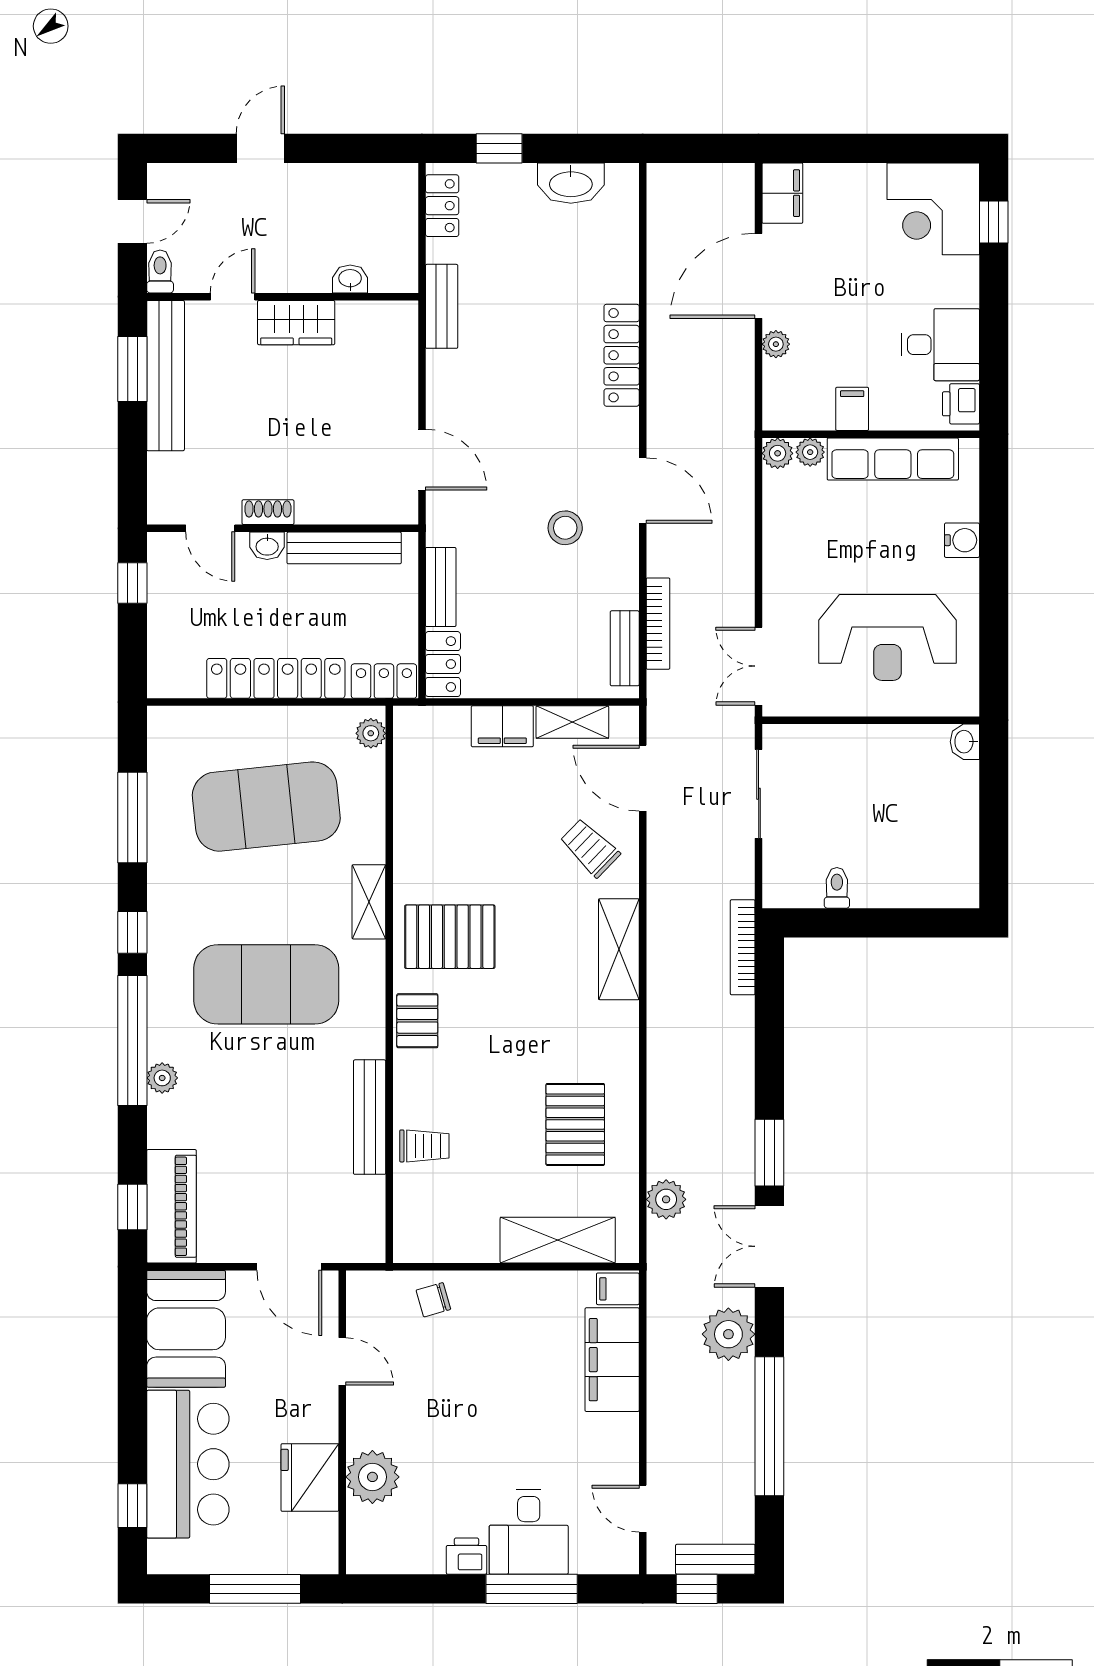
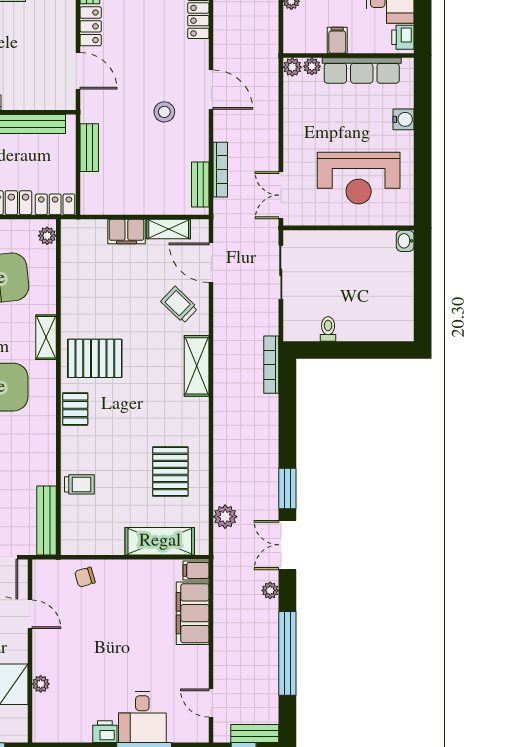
locker: (443, 664) -> (91, 26), moved
bench: (370, 1117) -> (46, 520), moved
plant: (728, 1334) -> (270, 590), width x0.53, depth x0.53
plant: (372, 1477) -> (41, 684), width x0.53, depth x0.53

